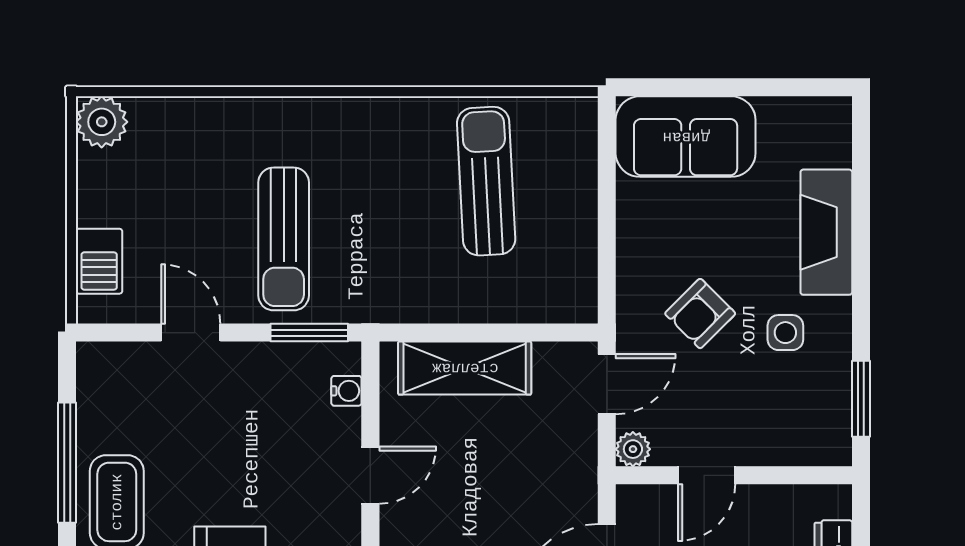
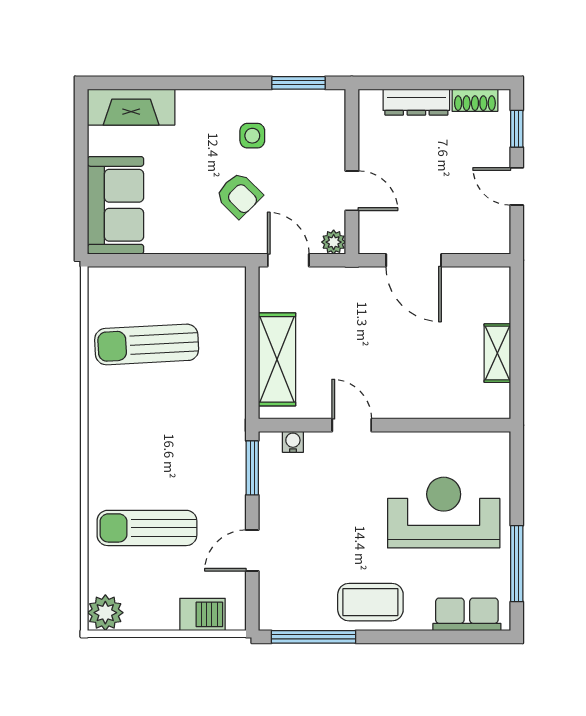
fireplace: (826, 232) -> (131, 107), moved
sun lounger: (284, 239) -> (147, 528), moved, turned 180
window: (67, 463) -> (314, 637), moved

